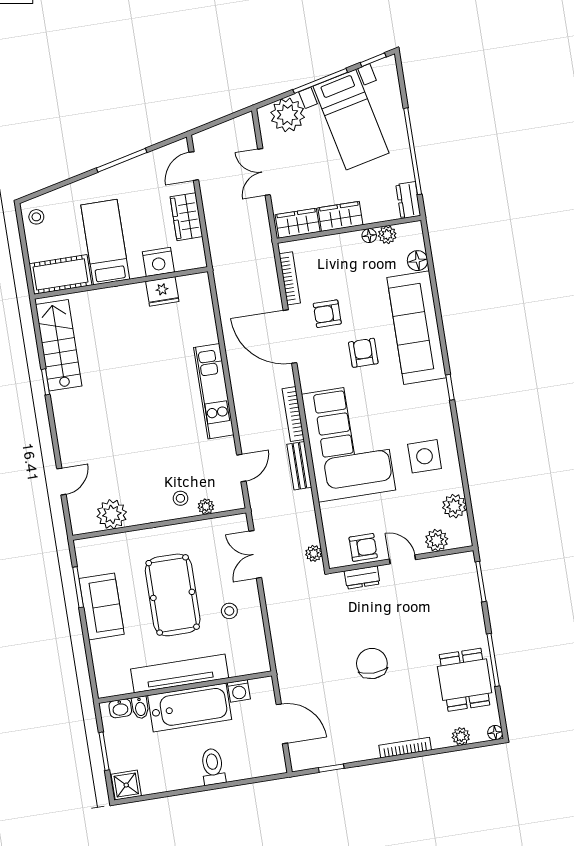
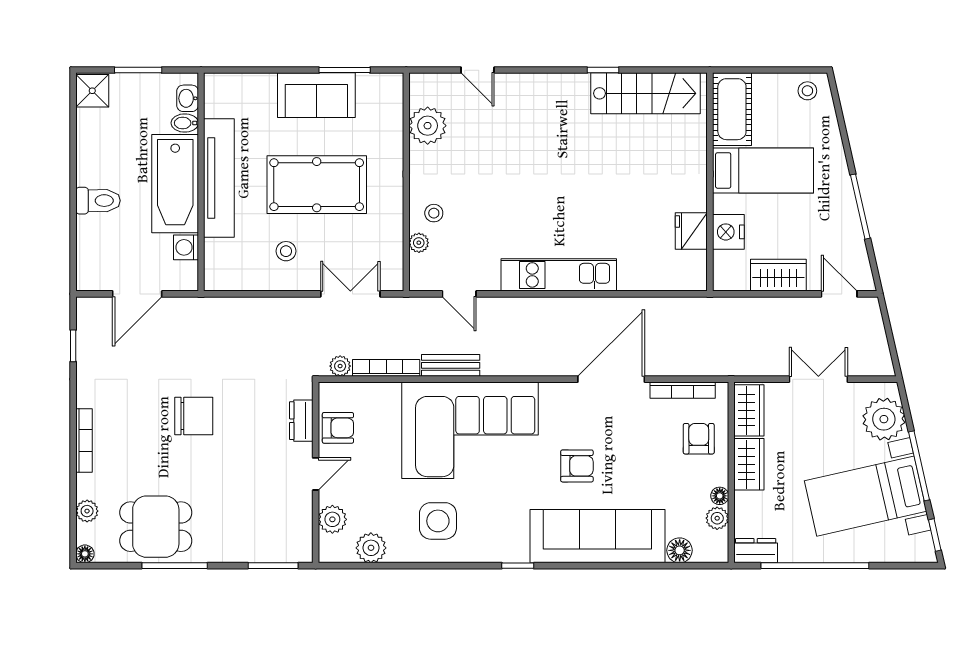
armchair: (327, 314) -> (699, 439), moved
bookcase: (293, 414) -> (386, 368), moved
armchair: (363, 547) -> (338, 428), turned -90

